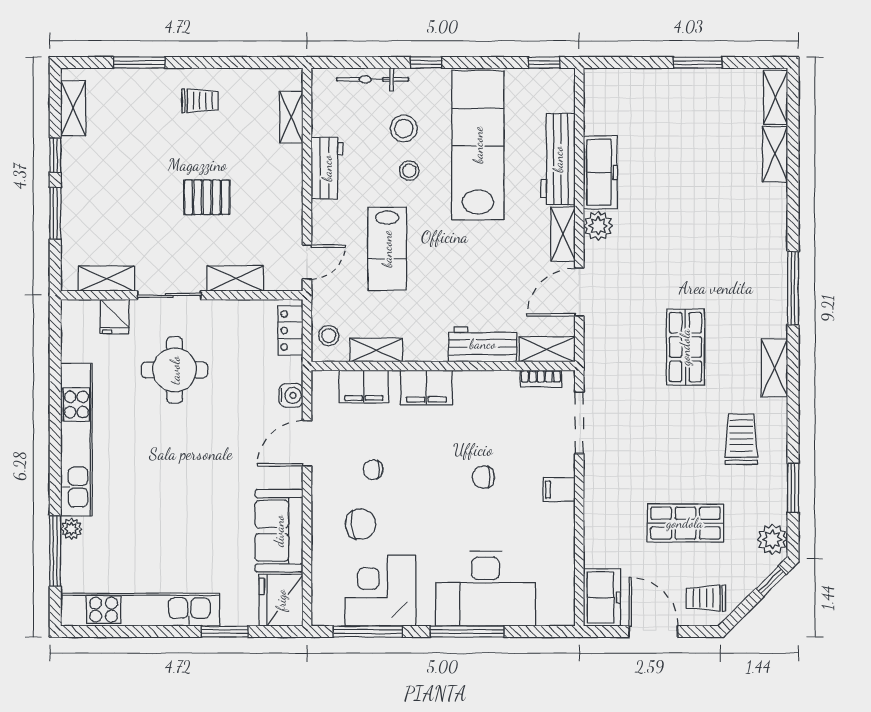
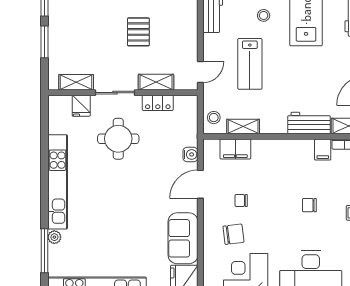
pallet: (207, 197) -> (138, 32), turned 90
locker: (290, 330) -> (158, 103), moved, turned -90
filing cabinet: (426, 387) -> (323, 150), moved, width x0.50

